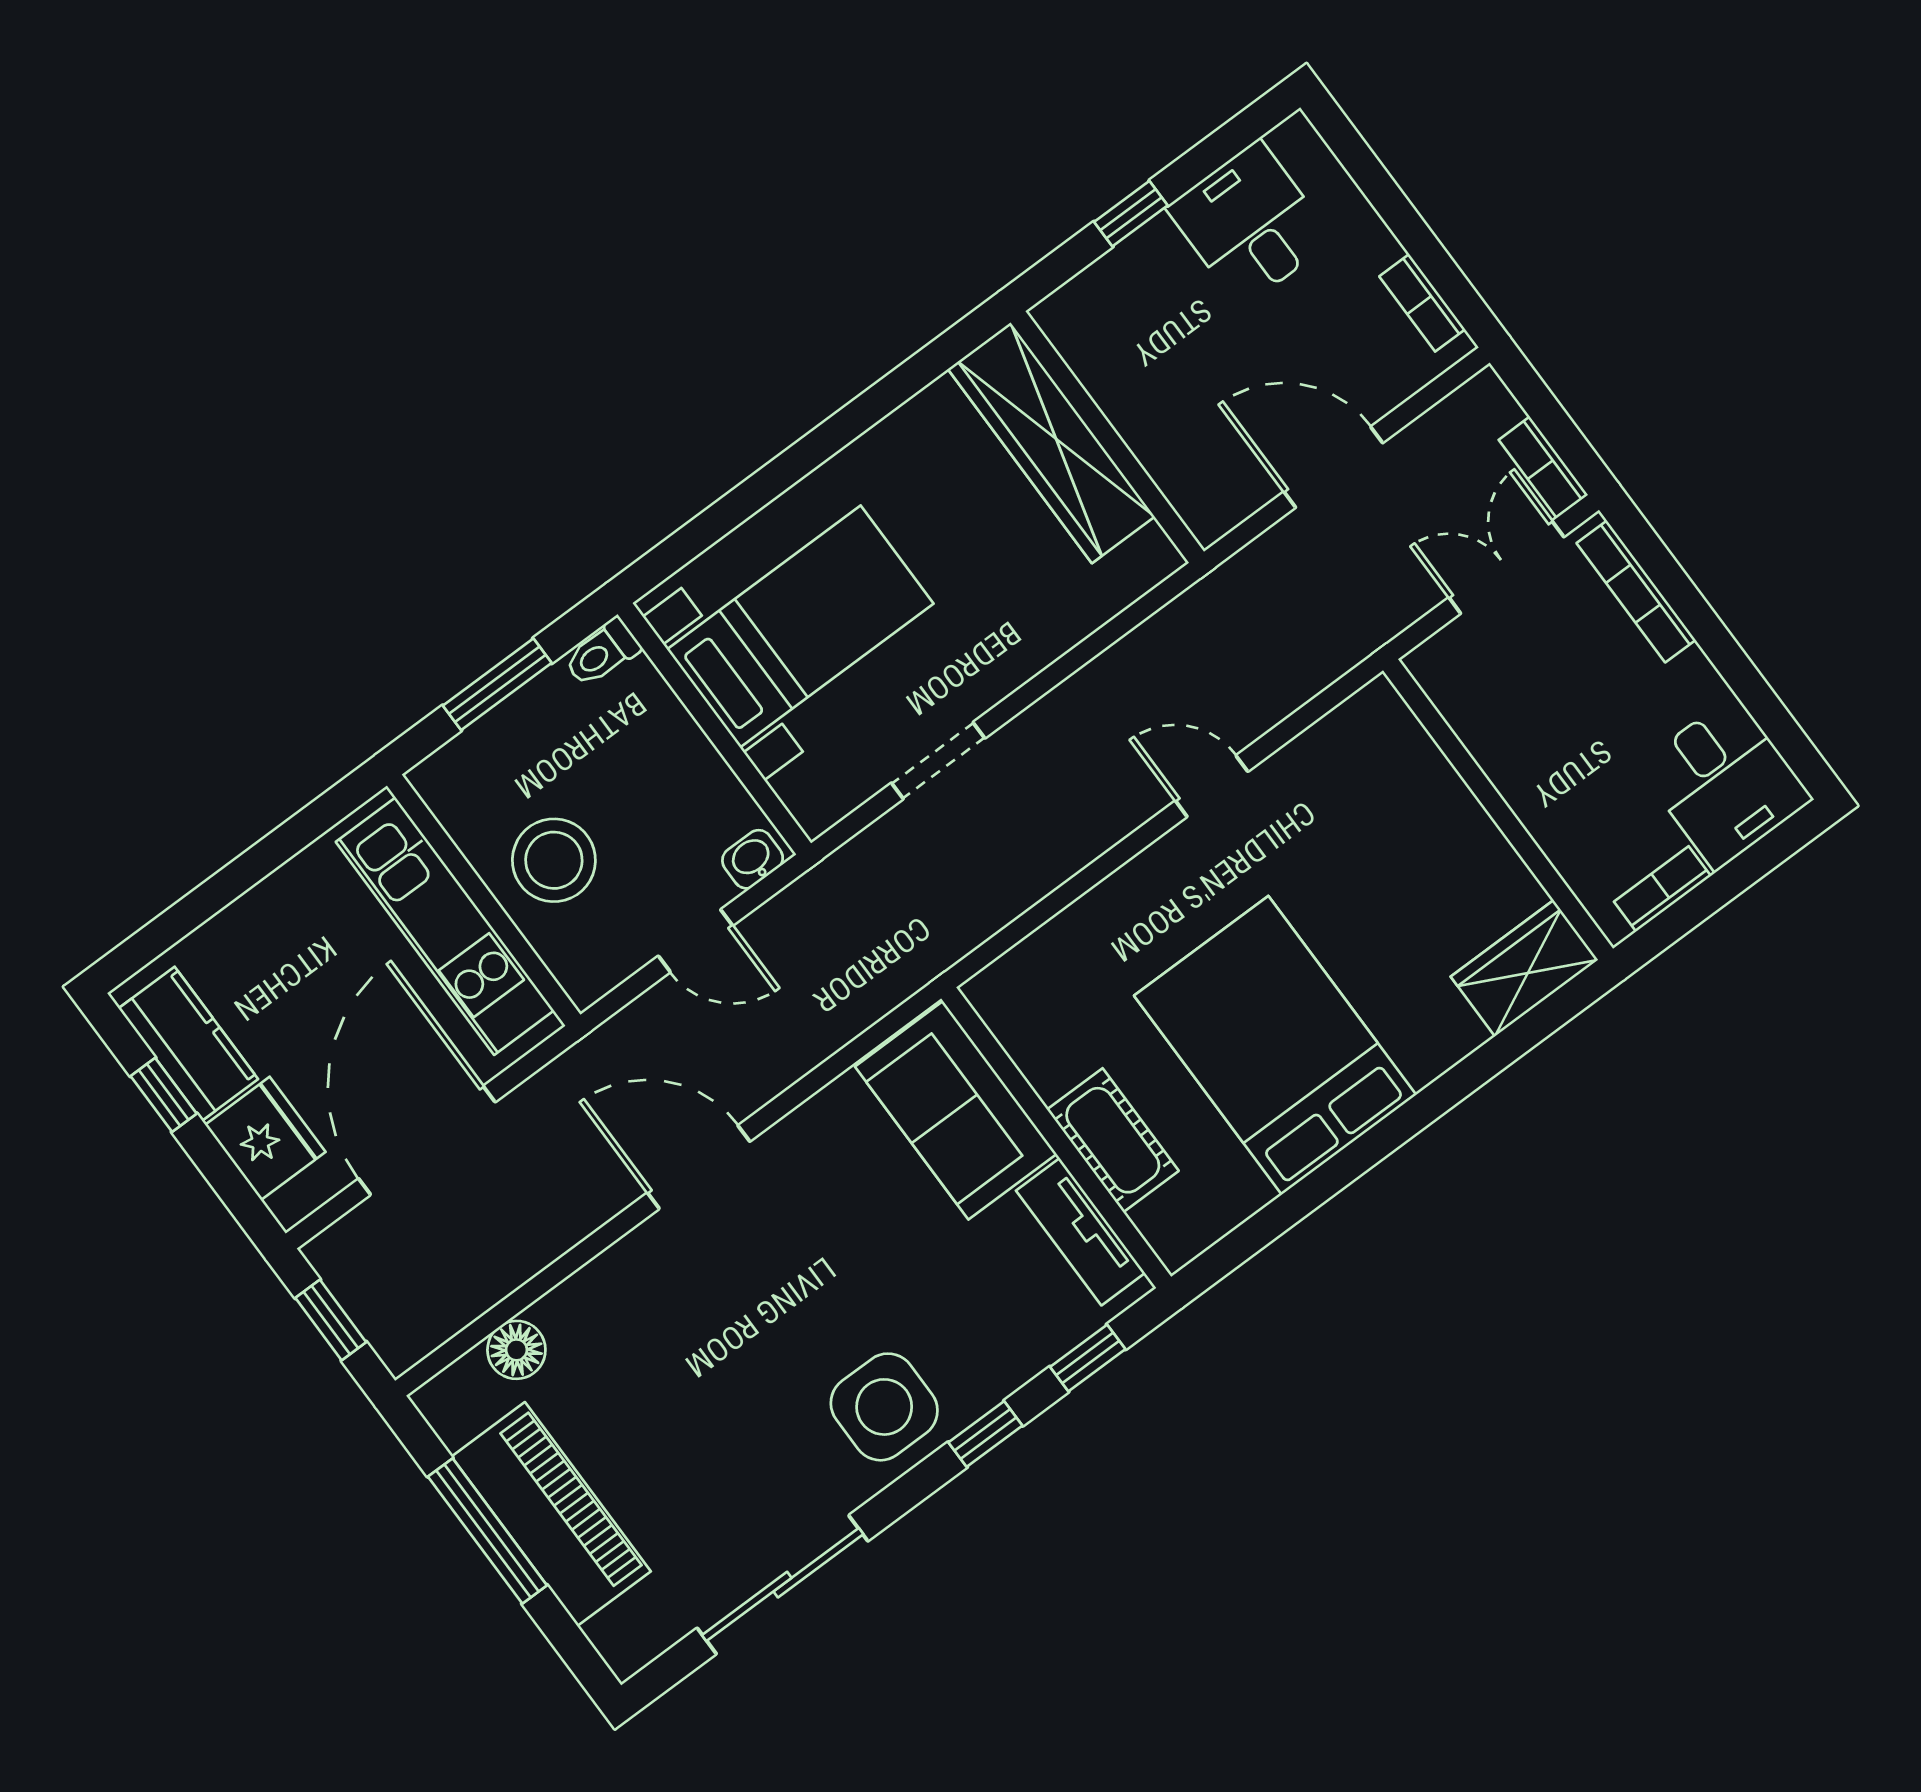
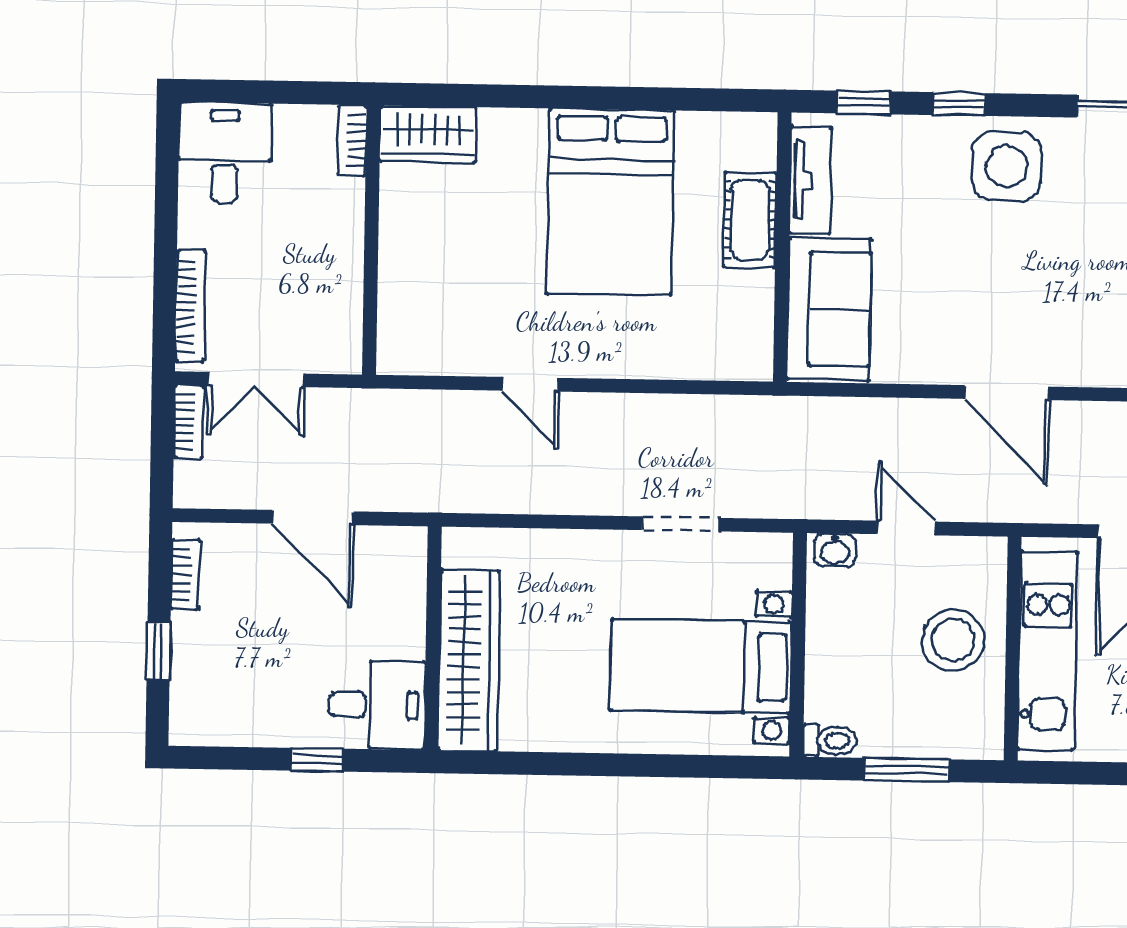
window: (1388, 200) -> (159, 651), added
desk: (1250, 224) -> (377, 705), moved, turned -90
bookcase: (1662, 889) -> (352, 140), moved, turned 90

